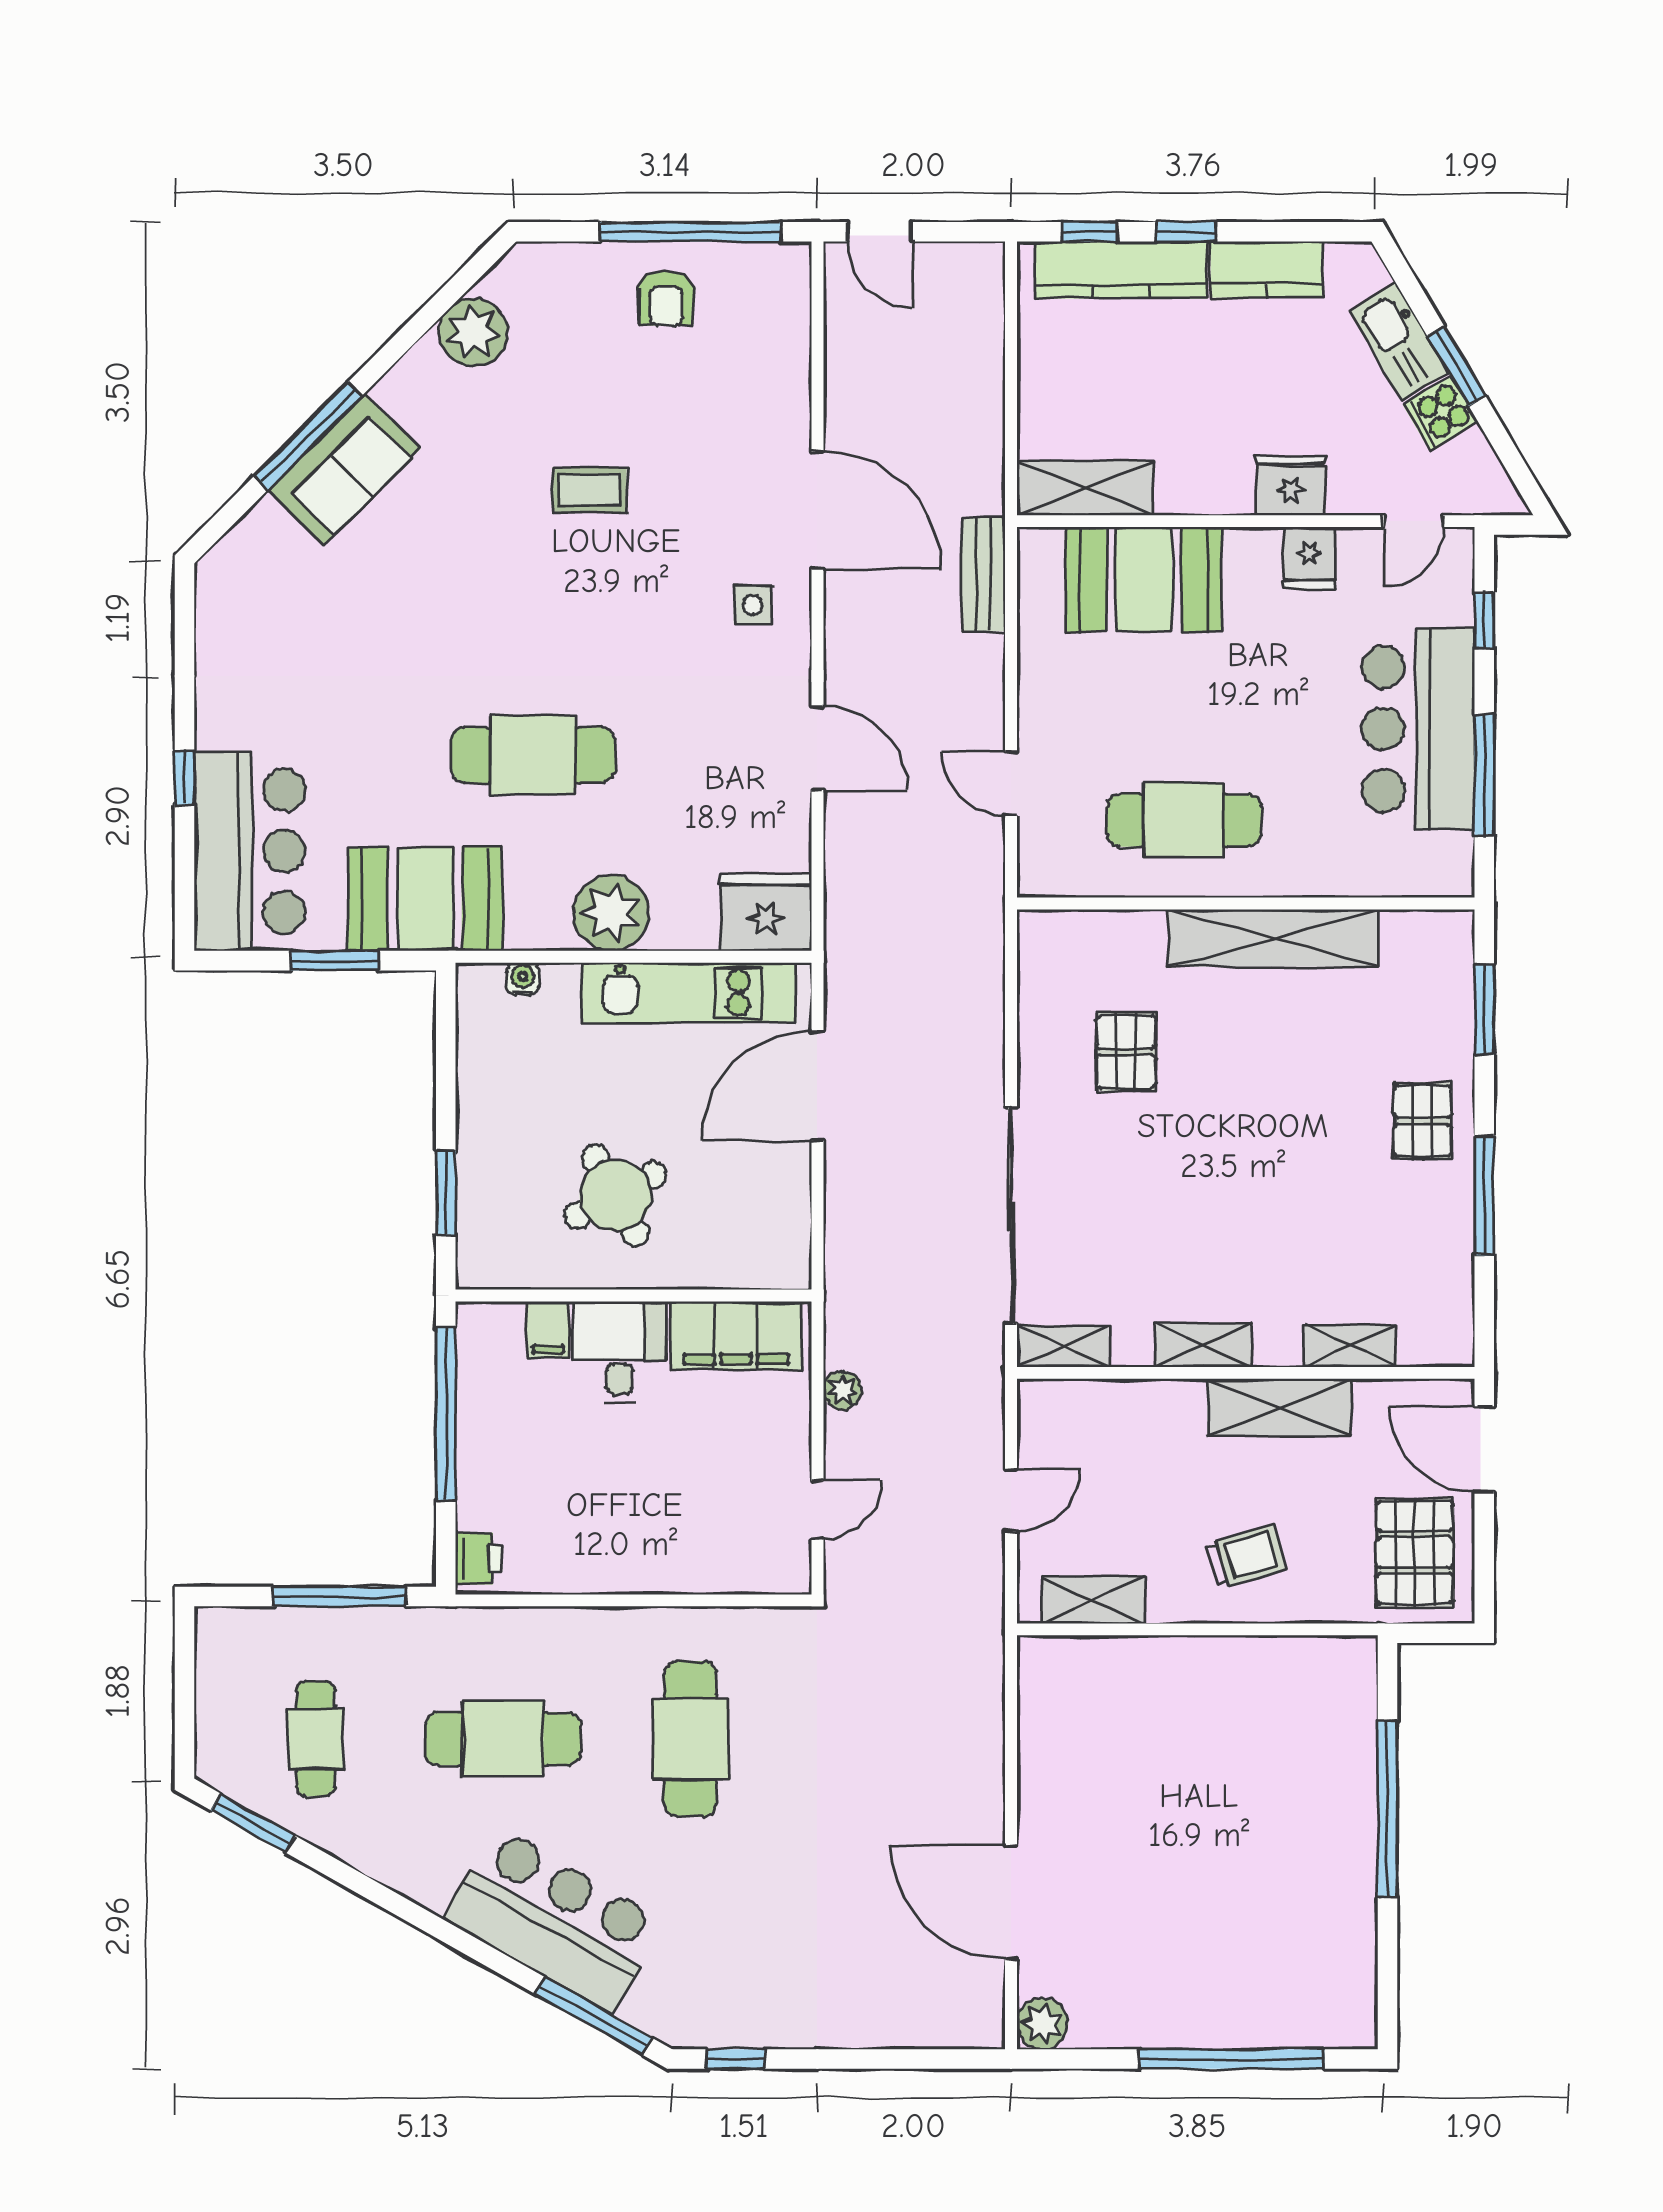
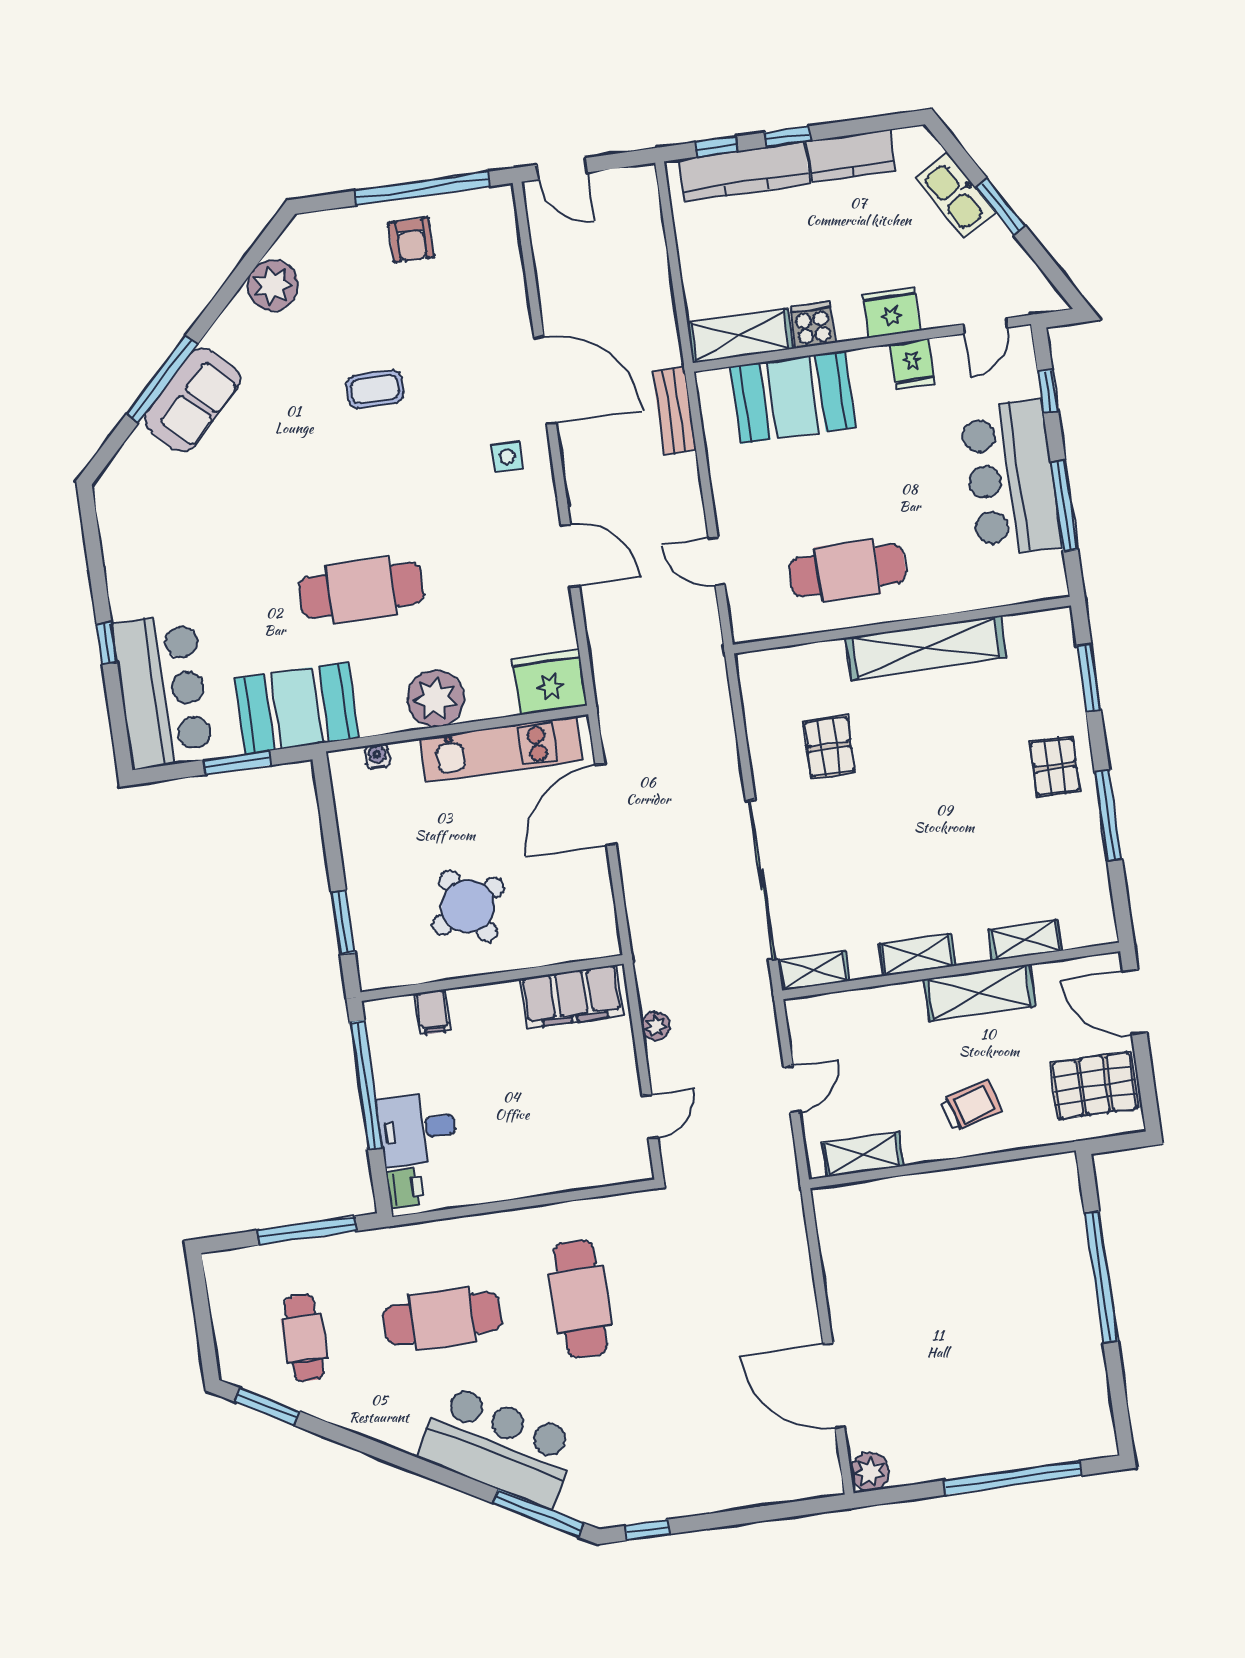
cooker: (1440, 413) -> (813, 325), moved, turned 121
desk: (620, 1352) -> (417, 1129), moved, turned -90
pallet: (1415, 1552) -> (1094, 1085), turned 90

